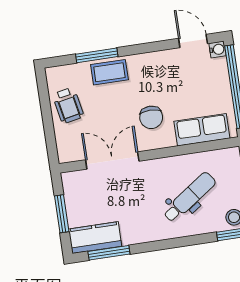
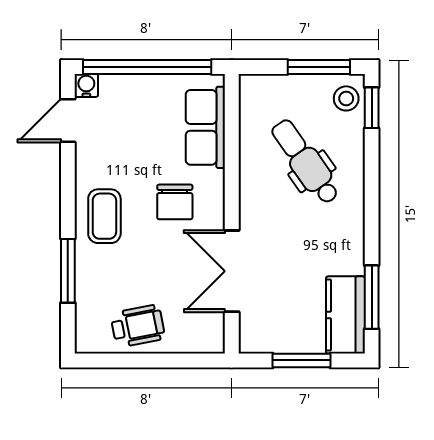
coffee table: (109, 72) -> (104, 216), moved
chair: (151, 117) -> (175, 202), turned 90

